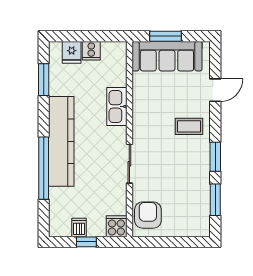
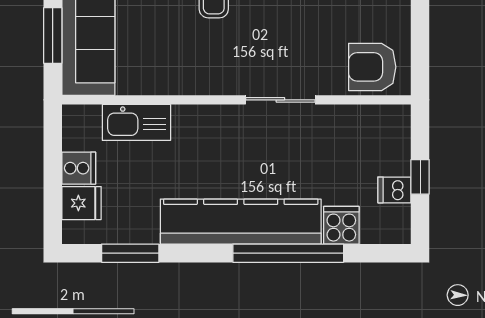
kitchen sink: (117, 106) -> (136, 122), moved
cooker: (116, 226) -> (341, 225), moved, turned 90

